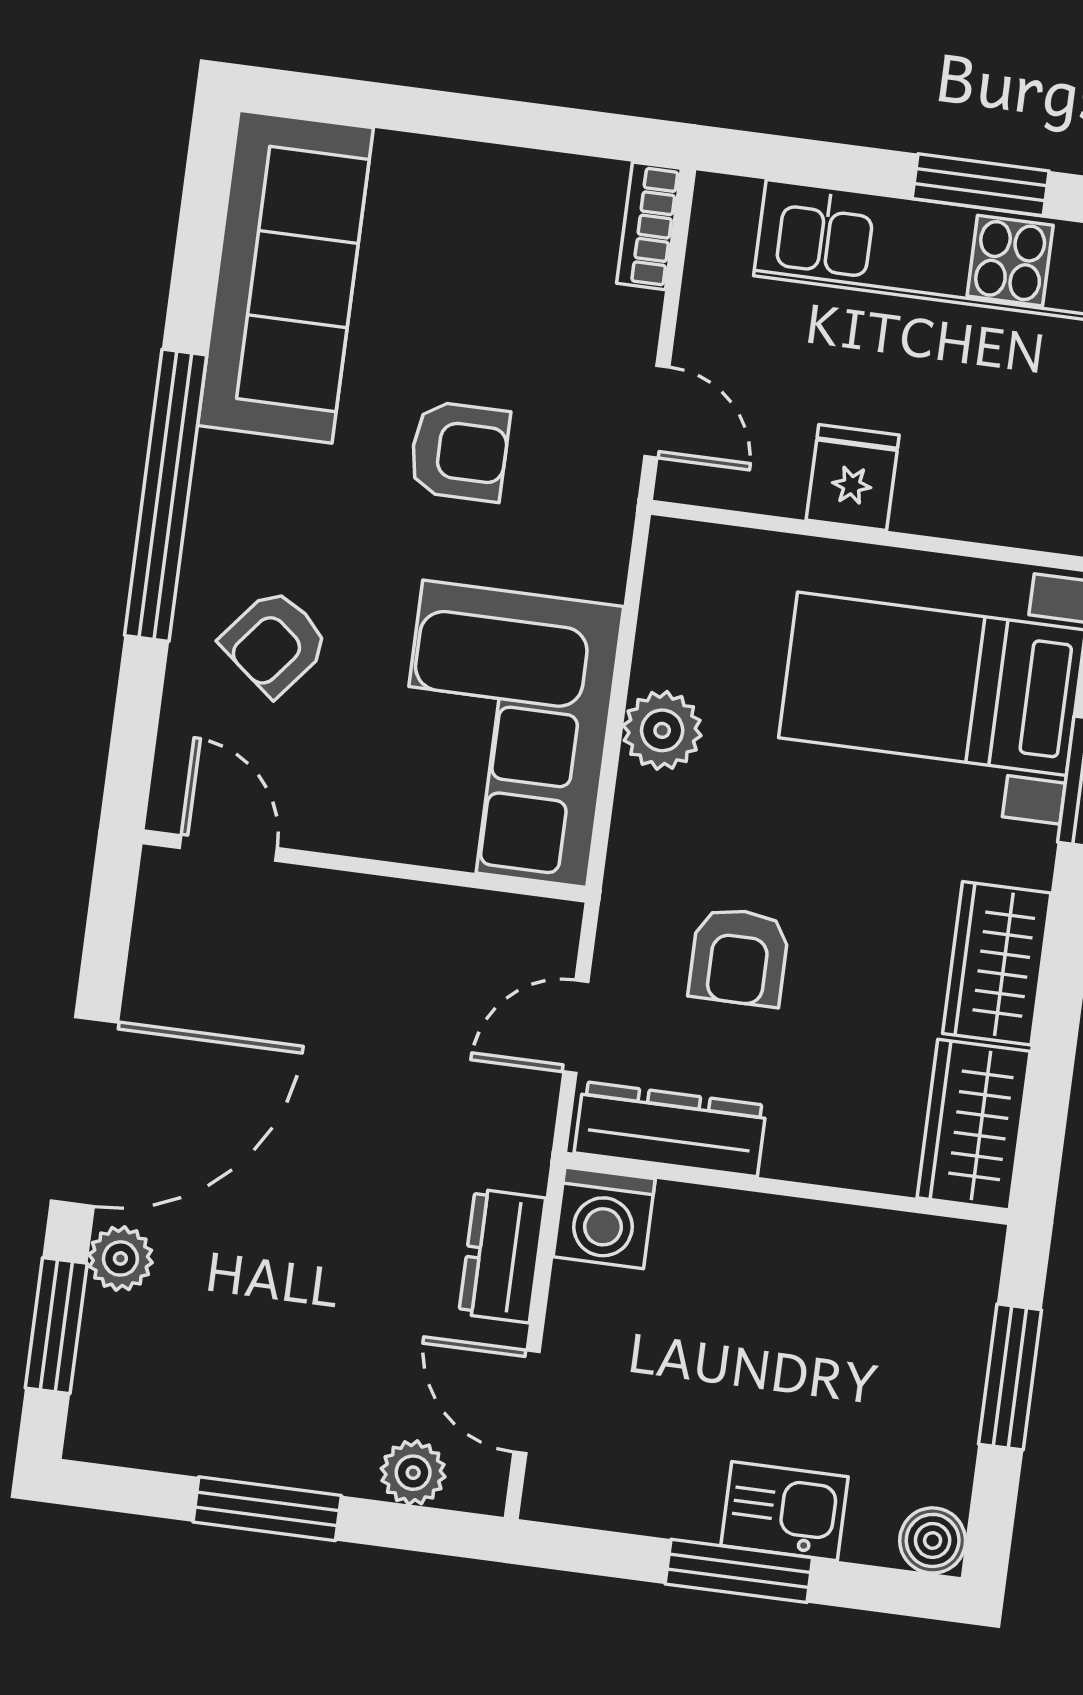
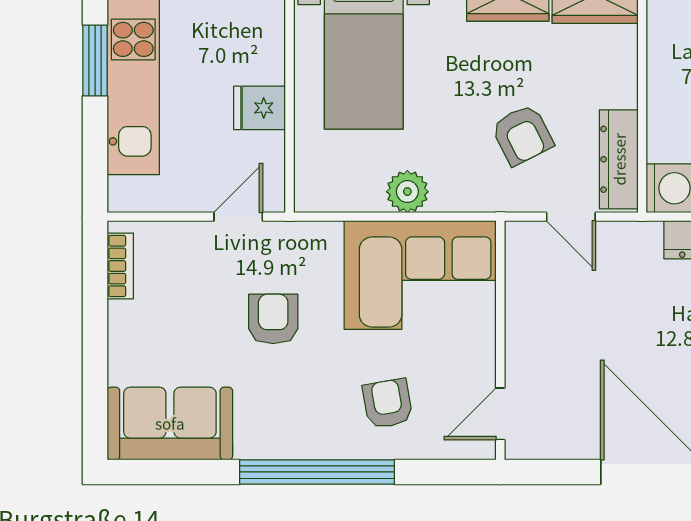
bookcase: (649, 226) -> (120, 266), moved, turned -90
sofa: (285, 277) -> (170, 423), width x0.73
armchair: (275, 642) -> (388, 404), turned -139
armchair: (739, 957) -> (522, 135), turned 63

